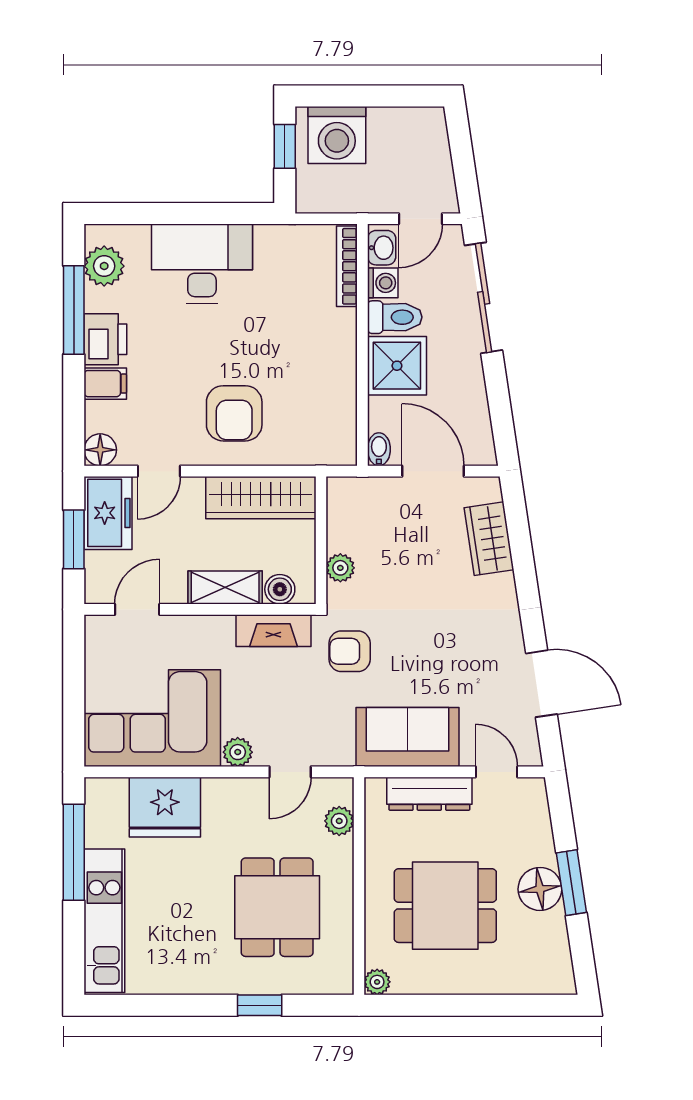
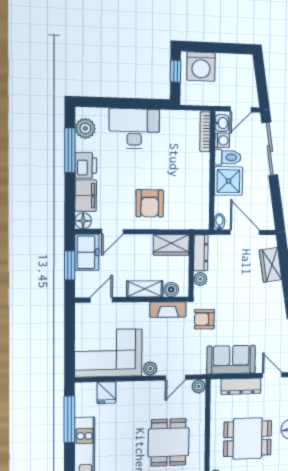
filing cabinet: (105, 384) -> (86, 196), width x2.00
wardrobe: (261, 498) -> (171, 245), width x0.67
dresser: (341, 514) -> (201, 253), added
fridge: (165, 807) -> (106, 393), width x0.53, depth x0.75
plant: (339, 821) -> (199, 386), moved

